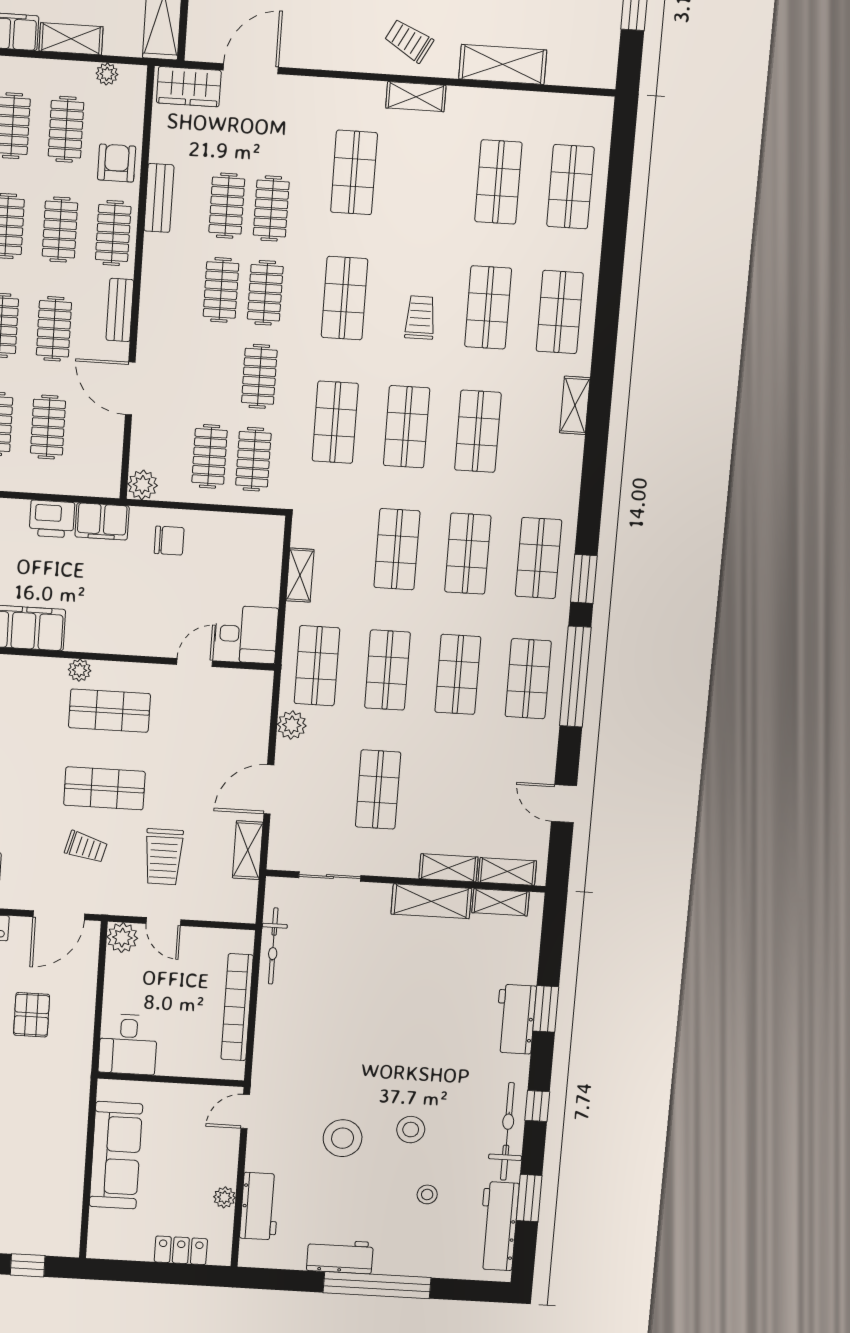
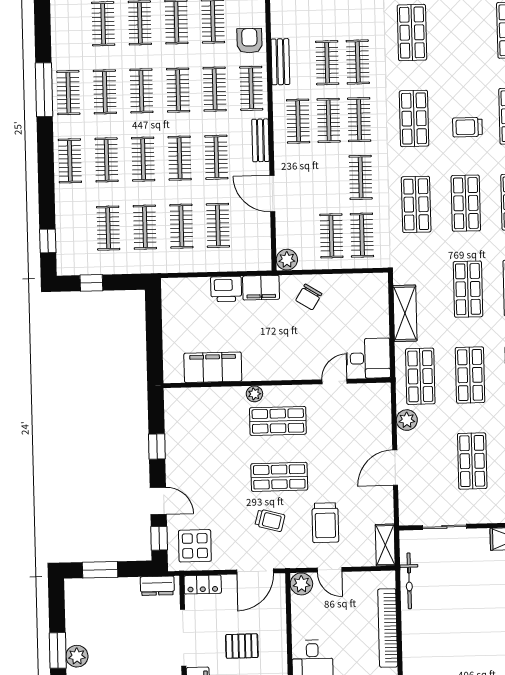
clothes rail: (177, 287) -> (298, 121), added
trolley: (420, 318) -> (467, 127), turned -90
chair: (169, 541) -> (309, 297), turned 122
shelving: (300, 575) -> (405, 313), width x1.50, depth x1.33
shelving: (248, 850) -> (385, 545), moved
pallet: (32, 1015) -> (242, 646), turned 90

